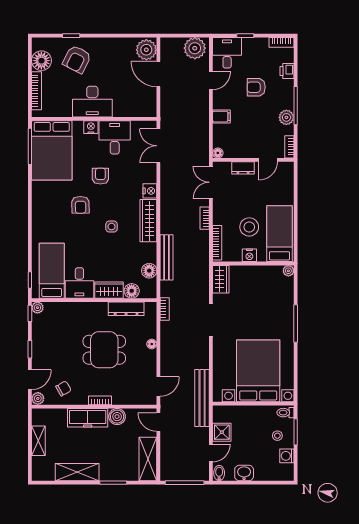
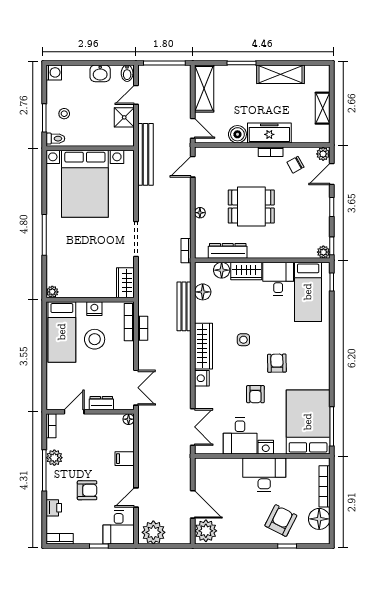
bookcase: (205, 218) -> (143, 328), moved
bookcase: (100, 400) -> (271, 152), moved
washing machine: (287, 456) -> (54, 72), moved

